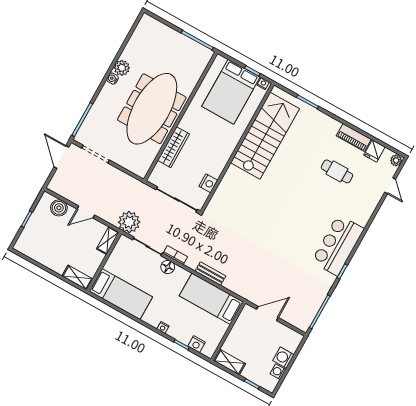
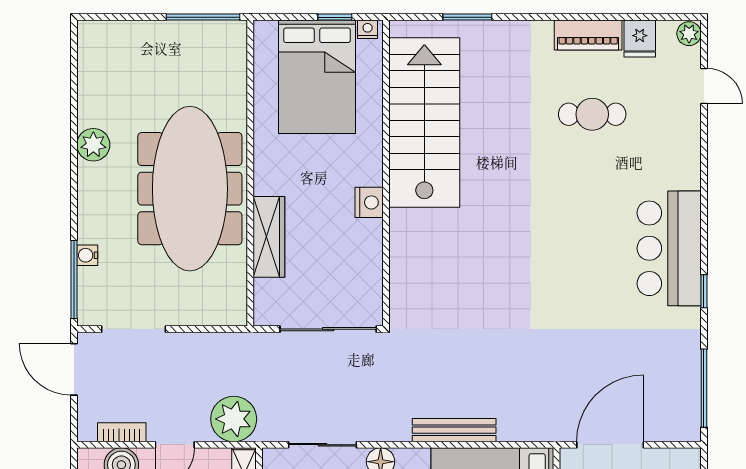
water cooler: (112, 79) -> (87, 255), moved
nightstand: (208, 183) -> (369, 202), moved
plant: (129, 222) -> (234, 419), moved
bookcase: (175, 255) -> (122, 432), moved
bench: (210, 274) -> (454, 430), width x1.36
door: (267, 313) -> (610, 445), width x1.36

